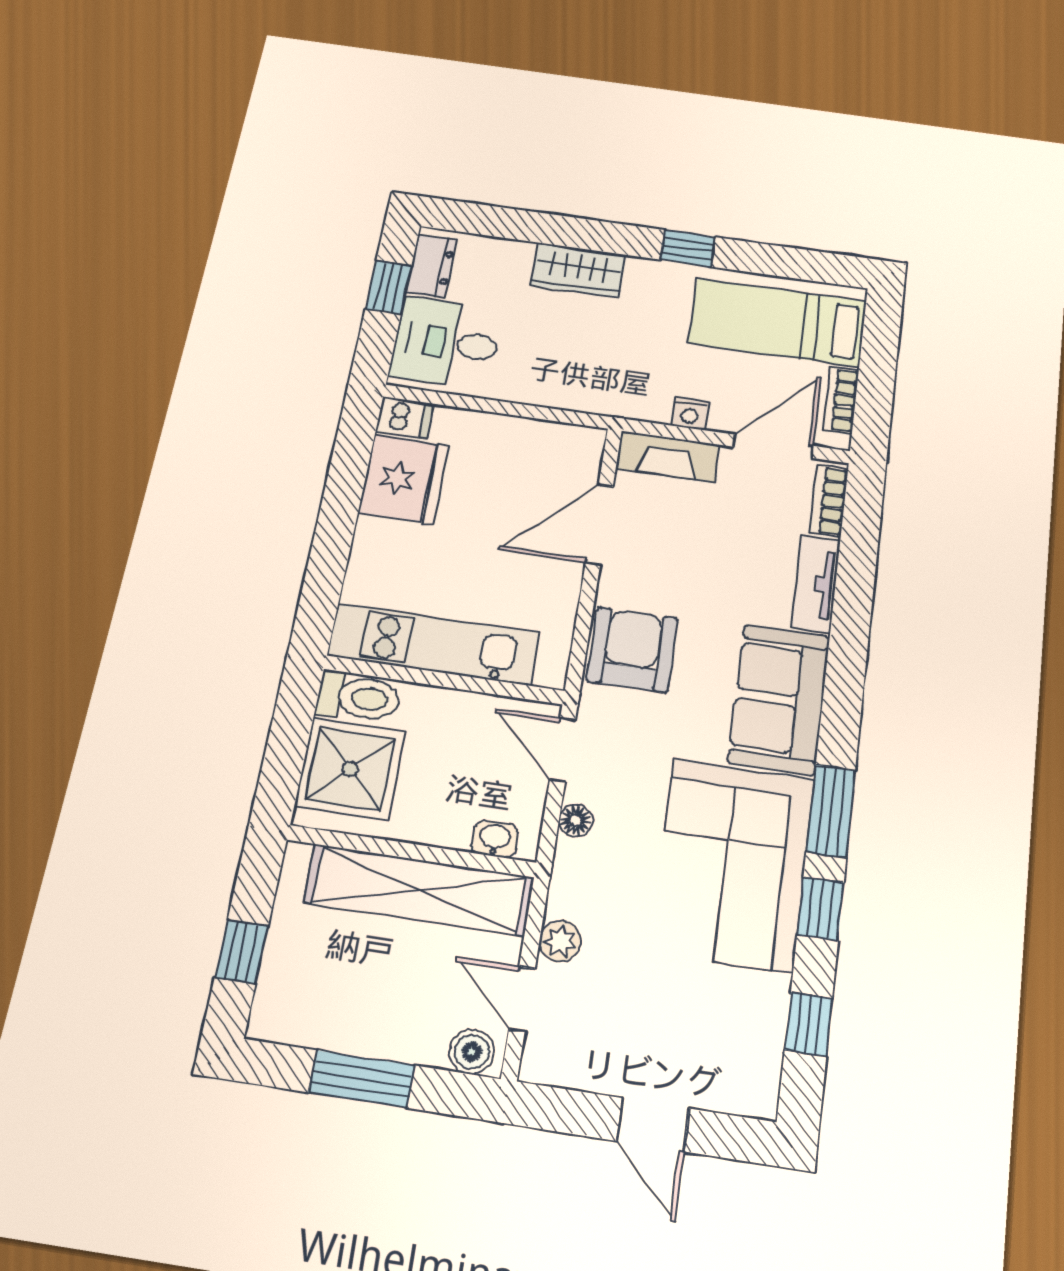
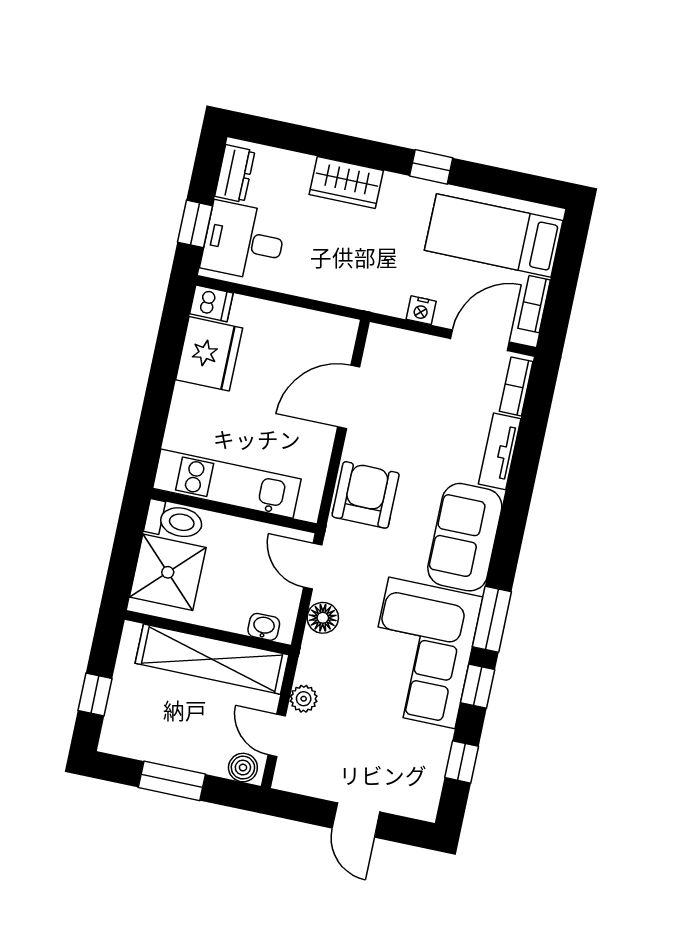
window: (389, 287) -> (195, 224), moved
fireplace: (668, 456) -> (402, 345), removed
floor lamp: (576, 821) -> (323, 618), width x1.37, depth x1.37

